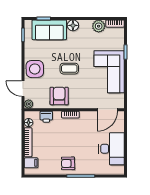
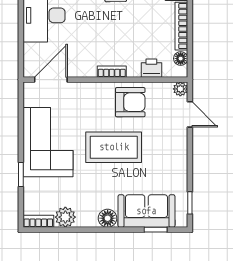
side table: (35, 69) -> (170, 147), removed
coffee table: (69, 69) -> (114, 147), width x1.86, depth x1.72
armchair: (59, 96) -> (130, 102), turned -90

